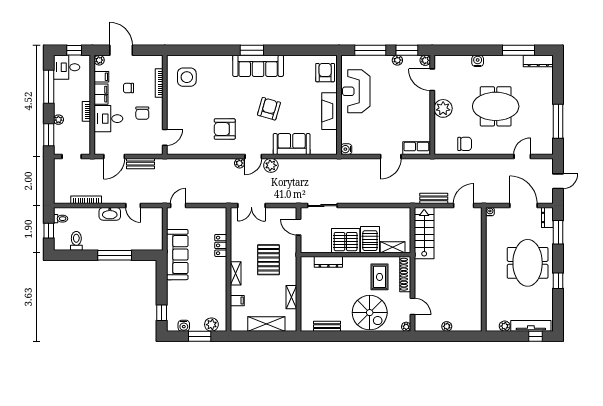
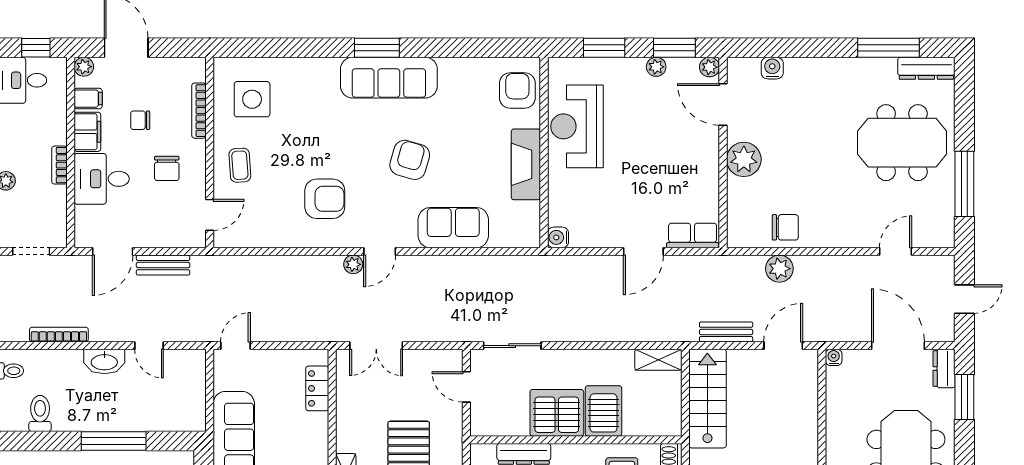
window: (370, 50) -> (604, 48), width x0.69
water cooler: (478, 61) -> (772, 68), moved
meeting table: (496, 106) -> (902, 143), moved
coffee table: (180, 111) -> (240, 165), added
armchair: (225, 129) -> (325, 199), turned 180
plant: (271, 165) -> (779, 269), moved
locker: (221, 245) -> (317, 388), moved
shelving: (393, 247) -> (658, 360), moved

